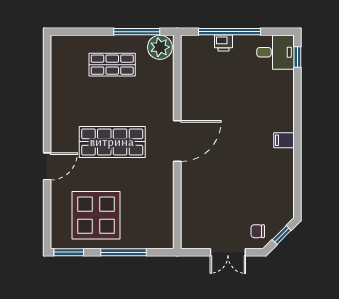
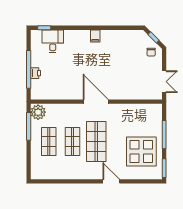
desk: (276, 52) -> (53, 41), moved
shop shelf: (112, 103) -> (73, 141), added
double door: (228, 252) -> (164, 82), moved

